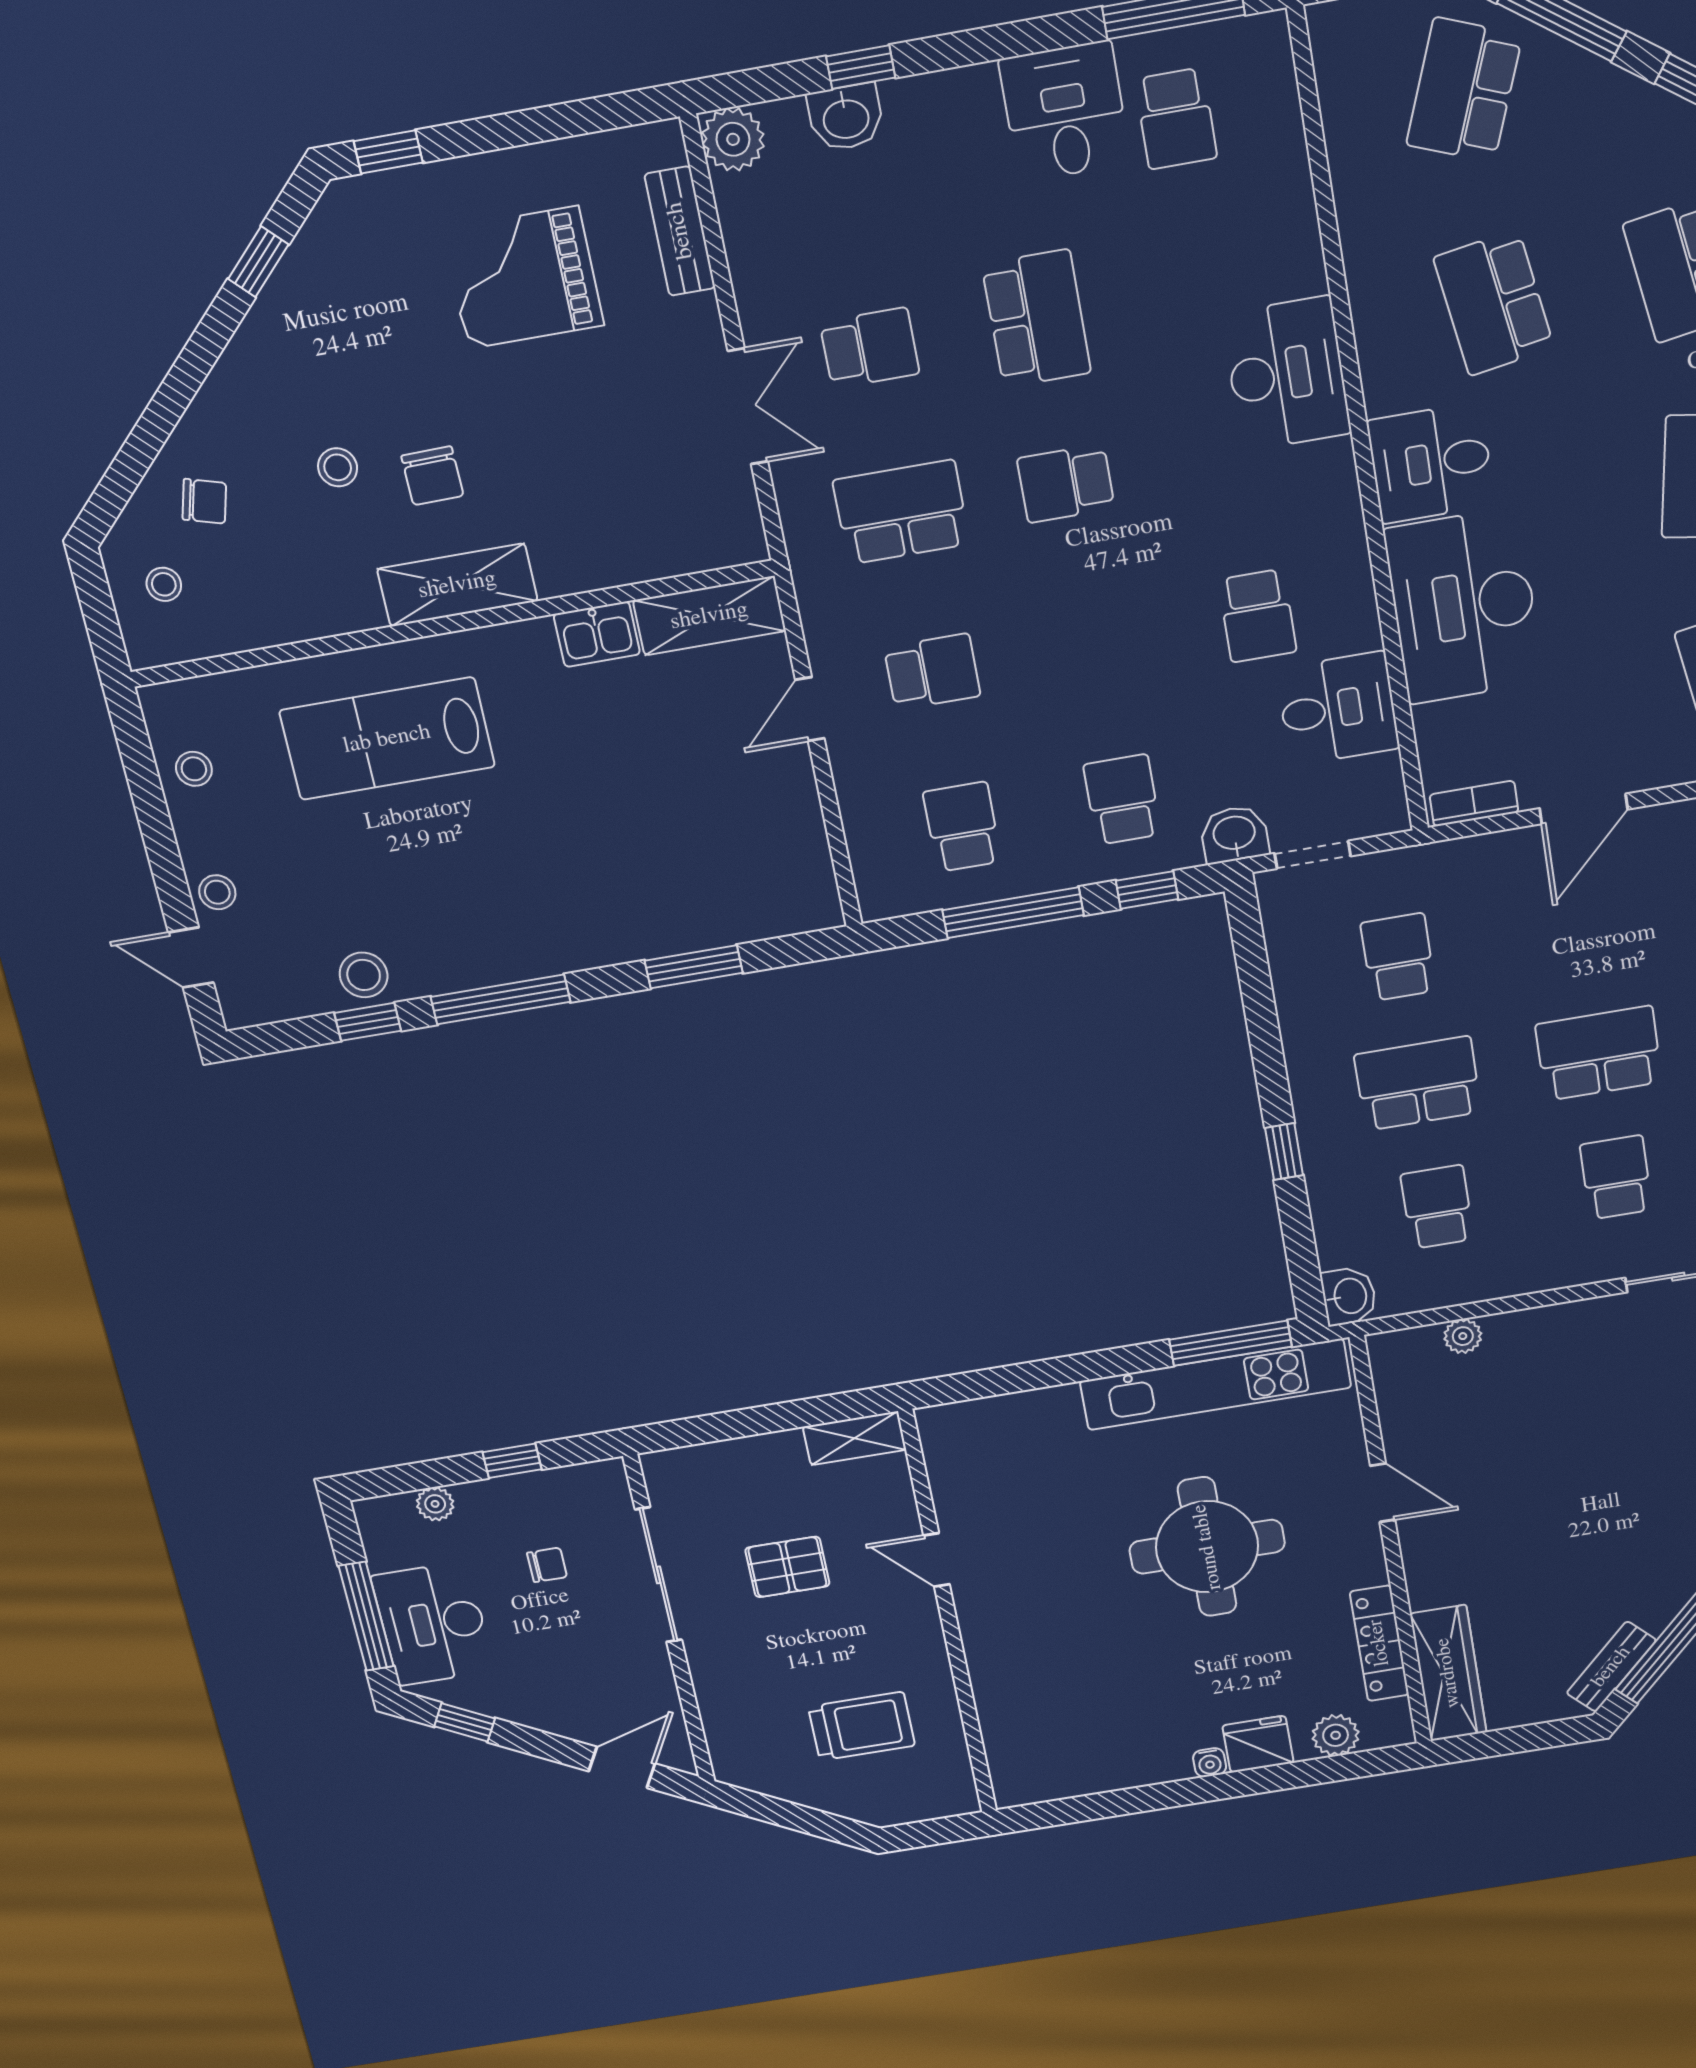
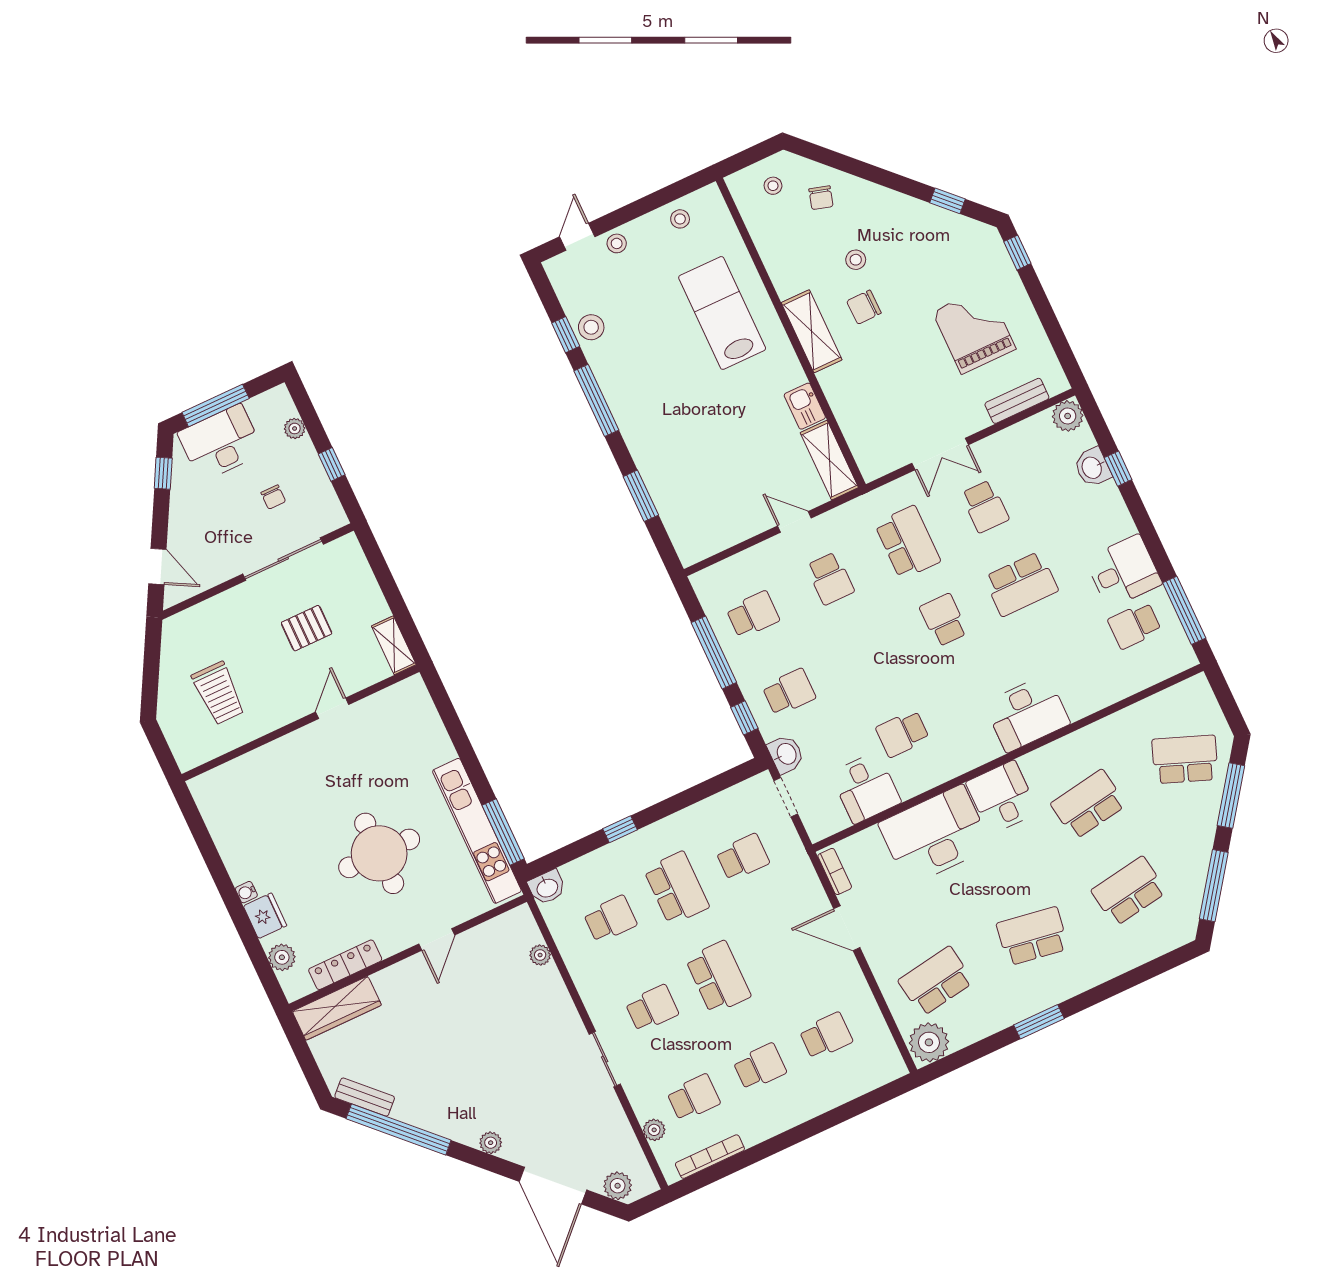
pallet: (787, 1567) -> (307, 628), turned 90

